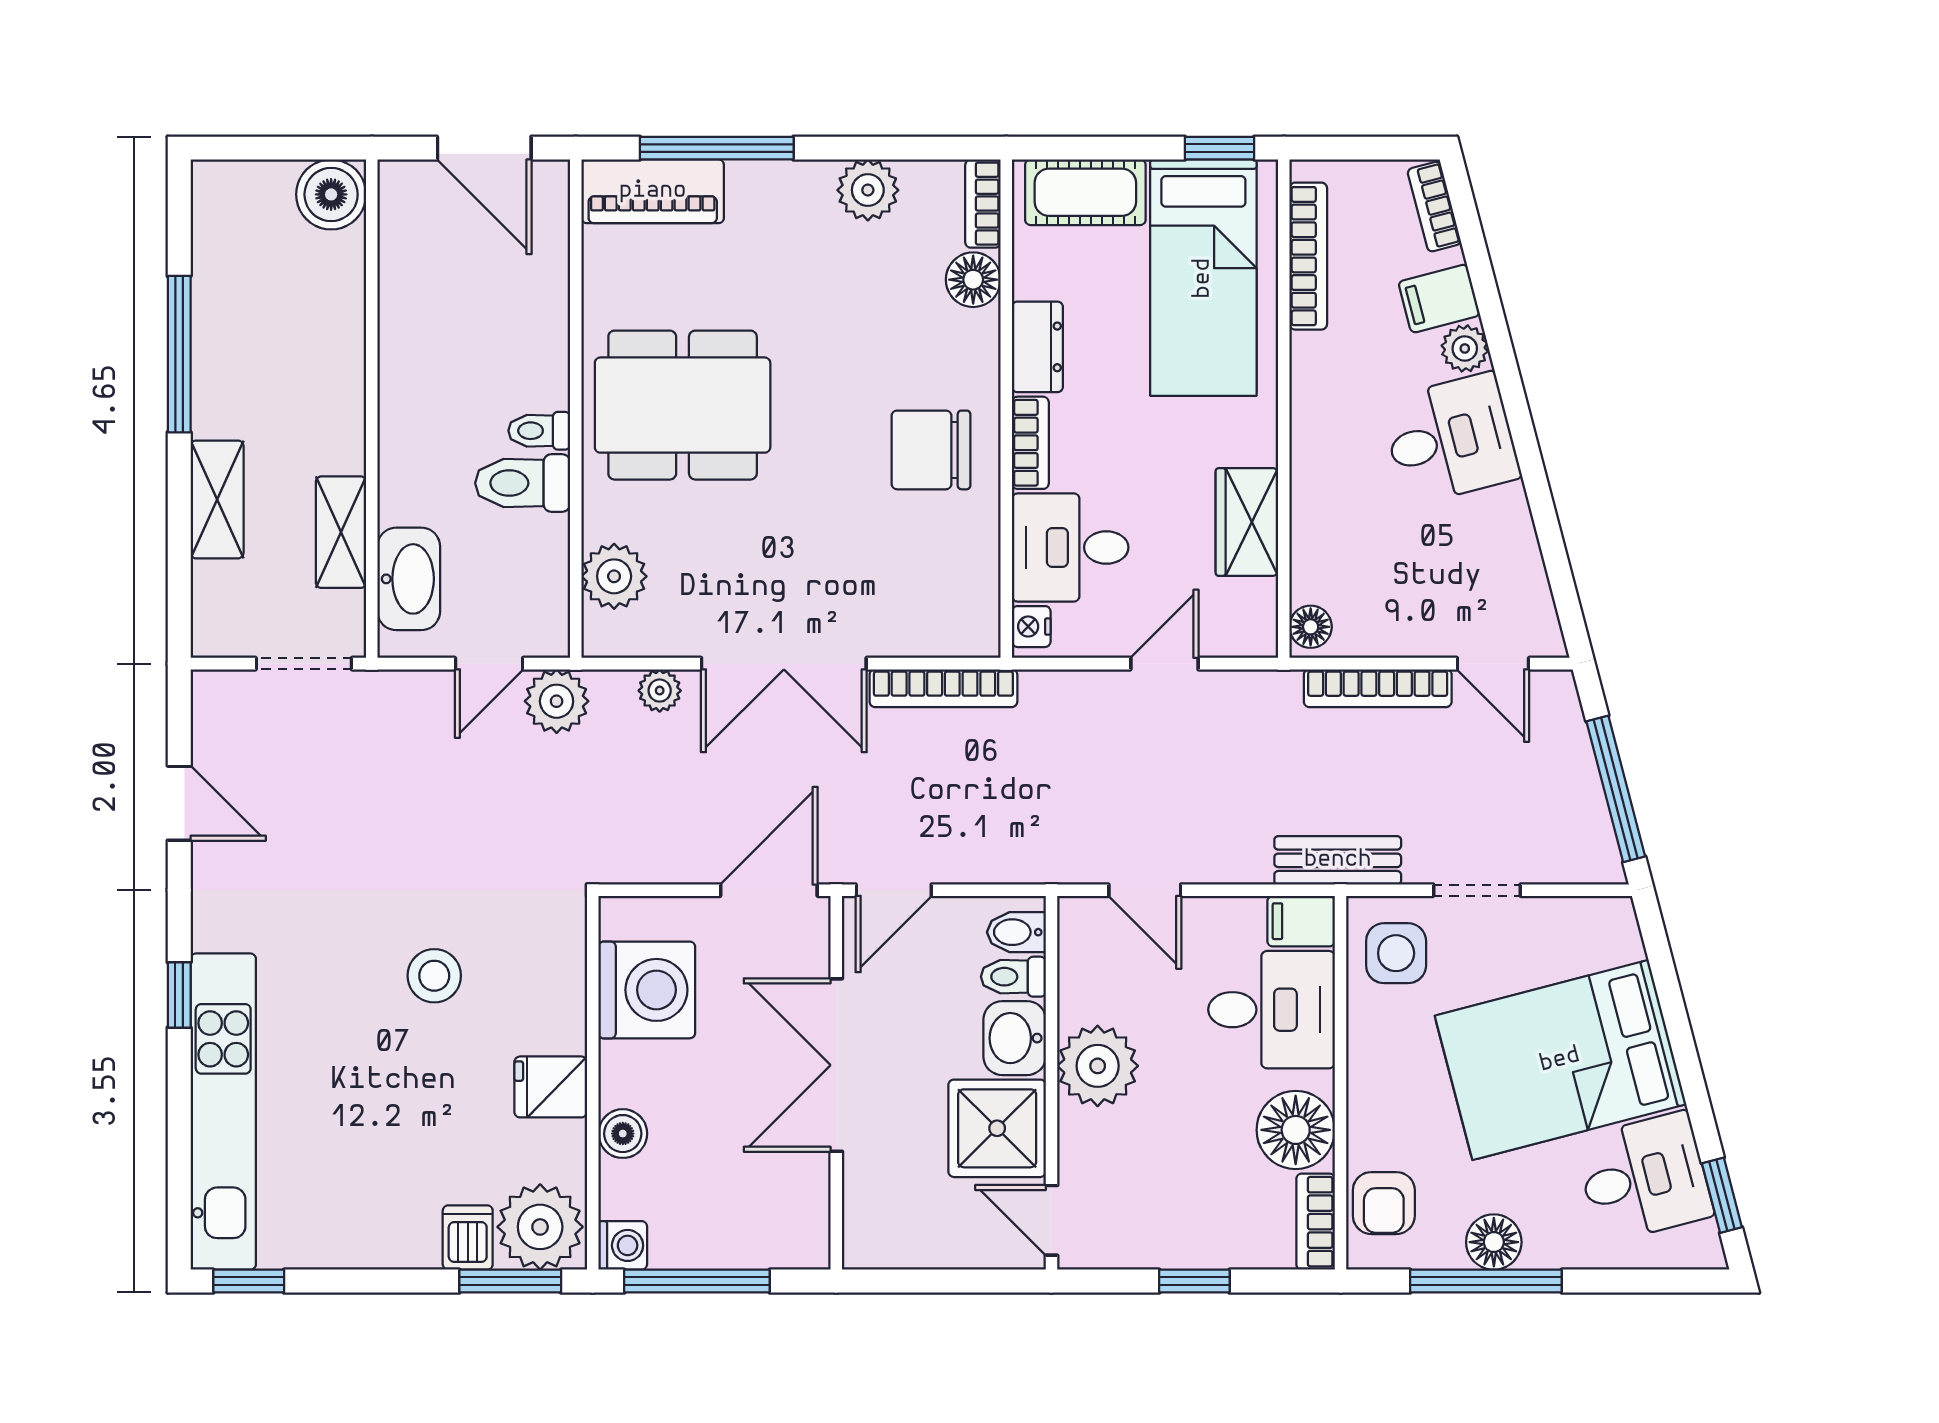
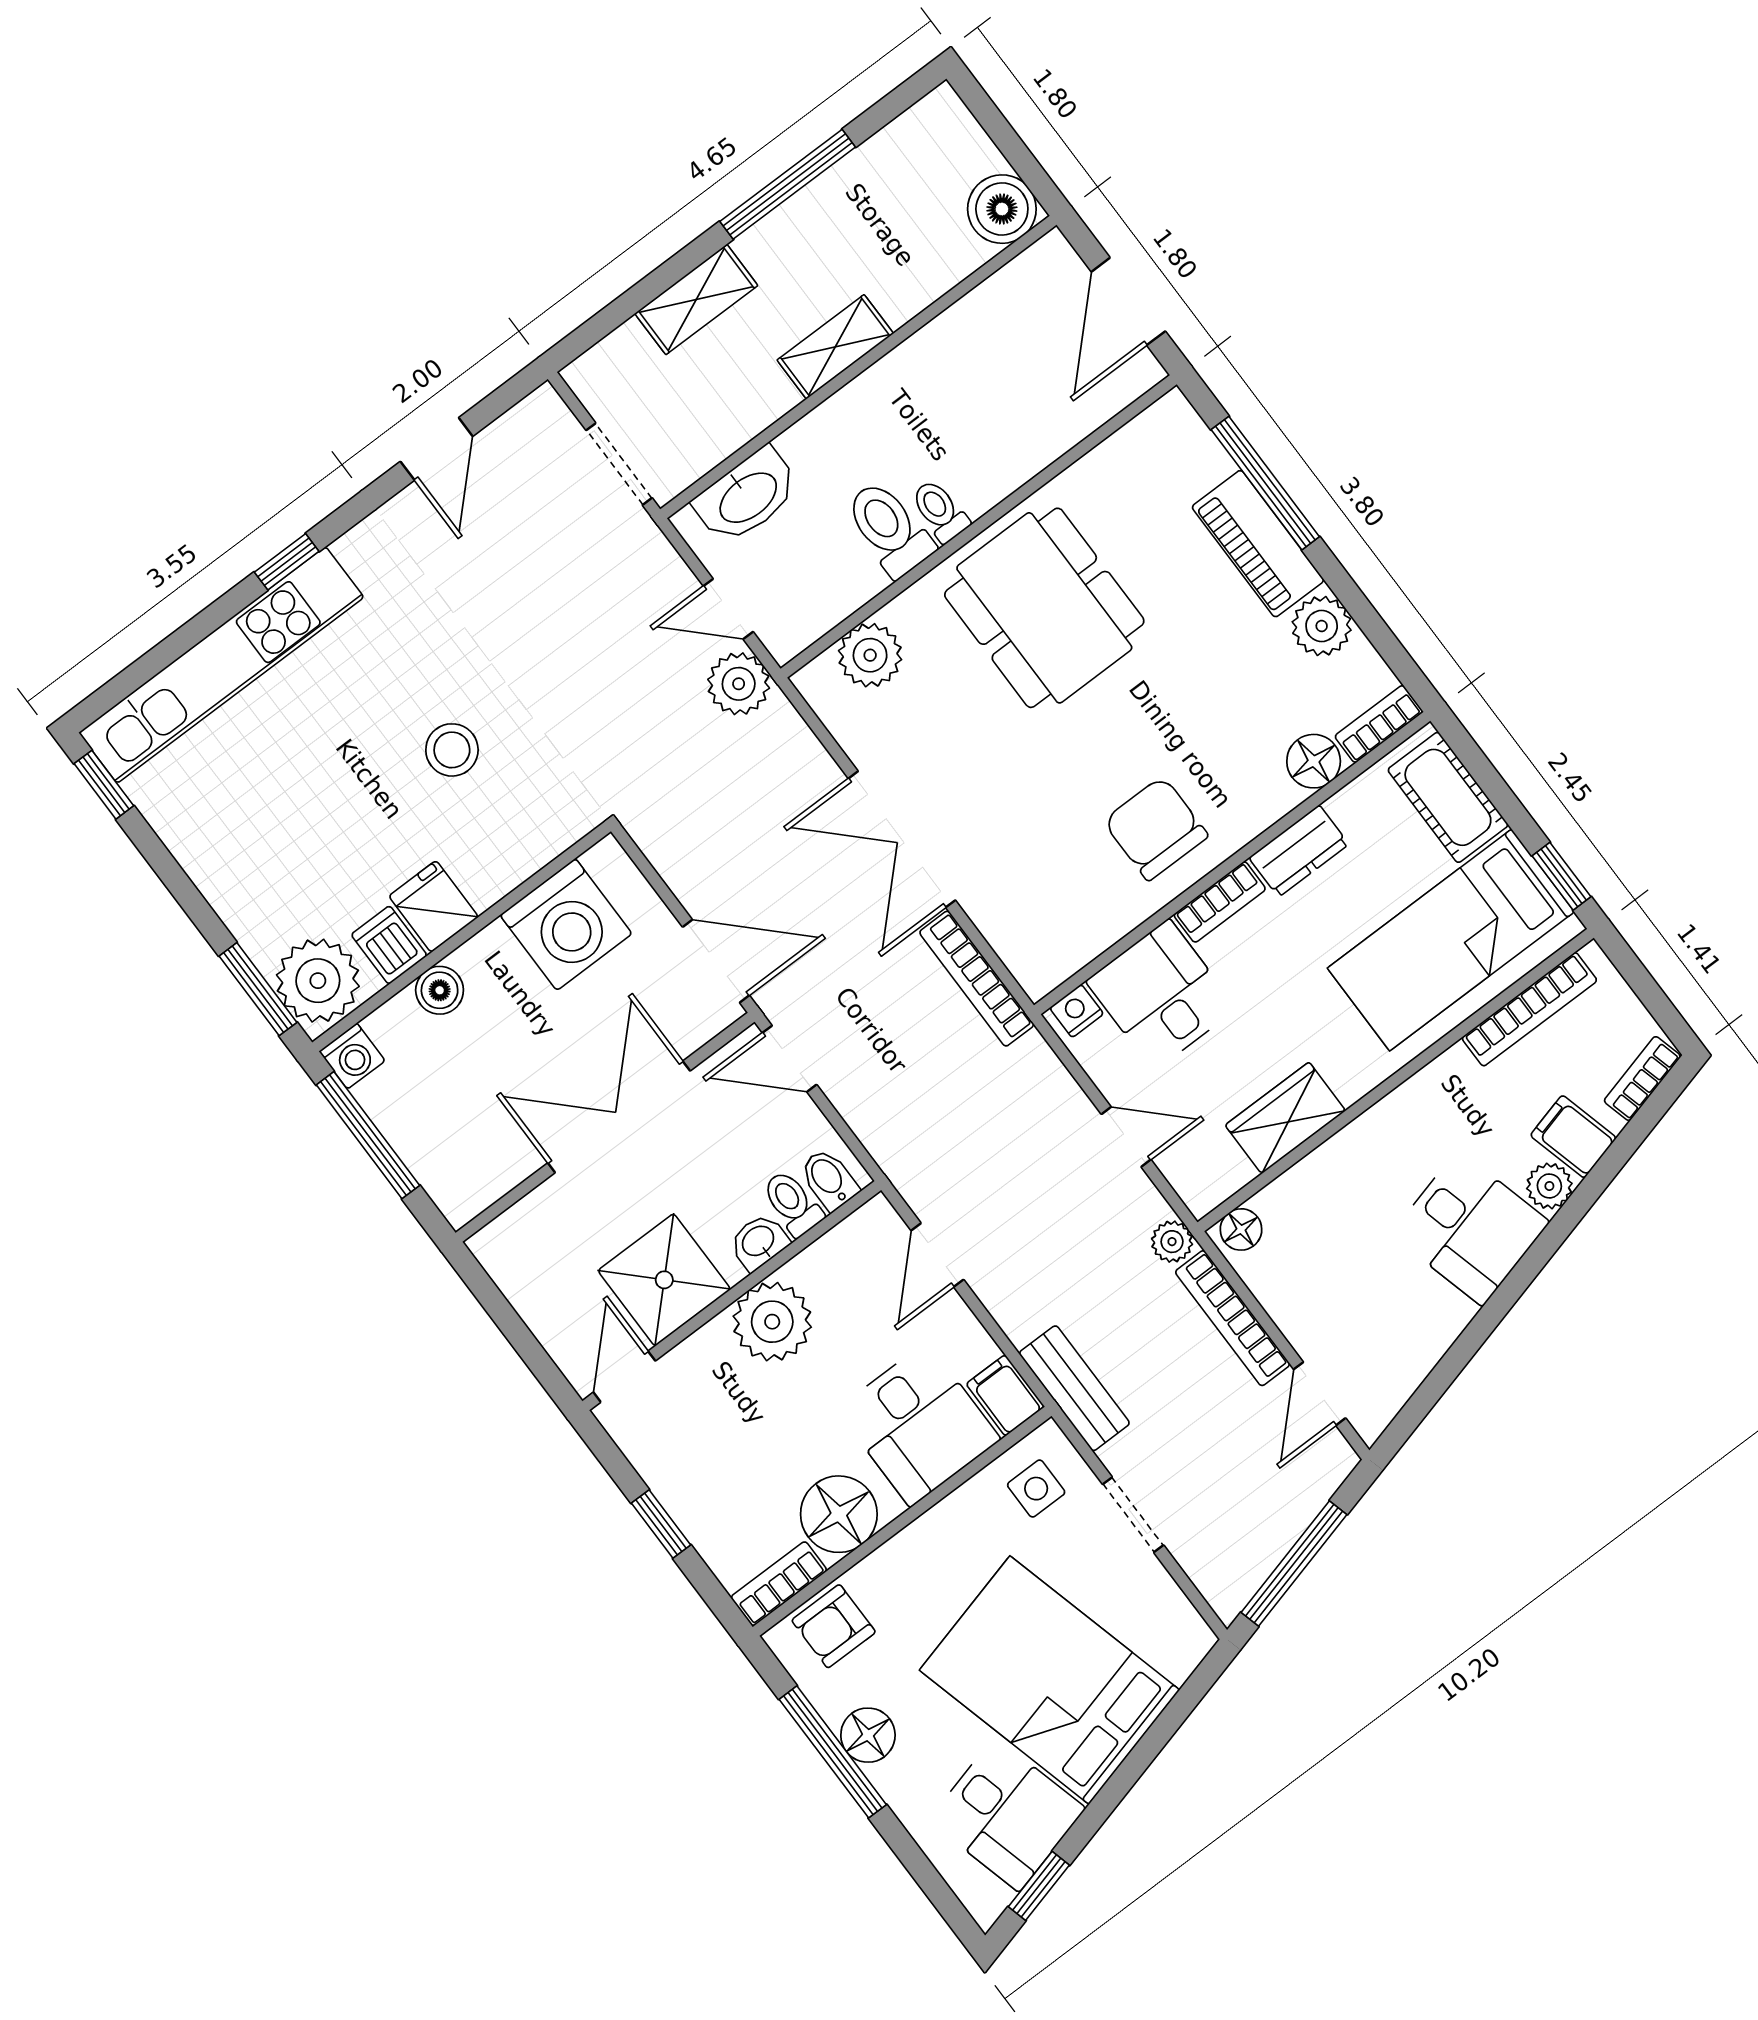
piano: (653, 191) -> (1258, 544), moved
shelving: (341, 532) -> (835, 347), moved
plant: (660, 691) -> (1172, 1242), moved
side table: (1396, 953) -> (1036, 1489), width x0.73, depth x0.73
washbasin: (1015, 1038) -> (759, 1242), width x0.72, depth x0.69
dishwasher: (468, 1238) -> (389, 945), moved, turned -90

